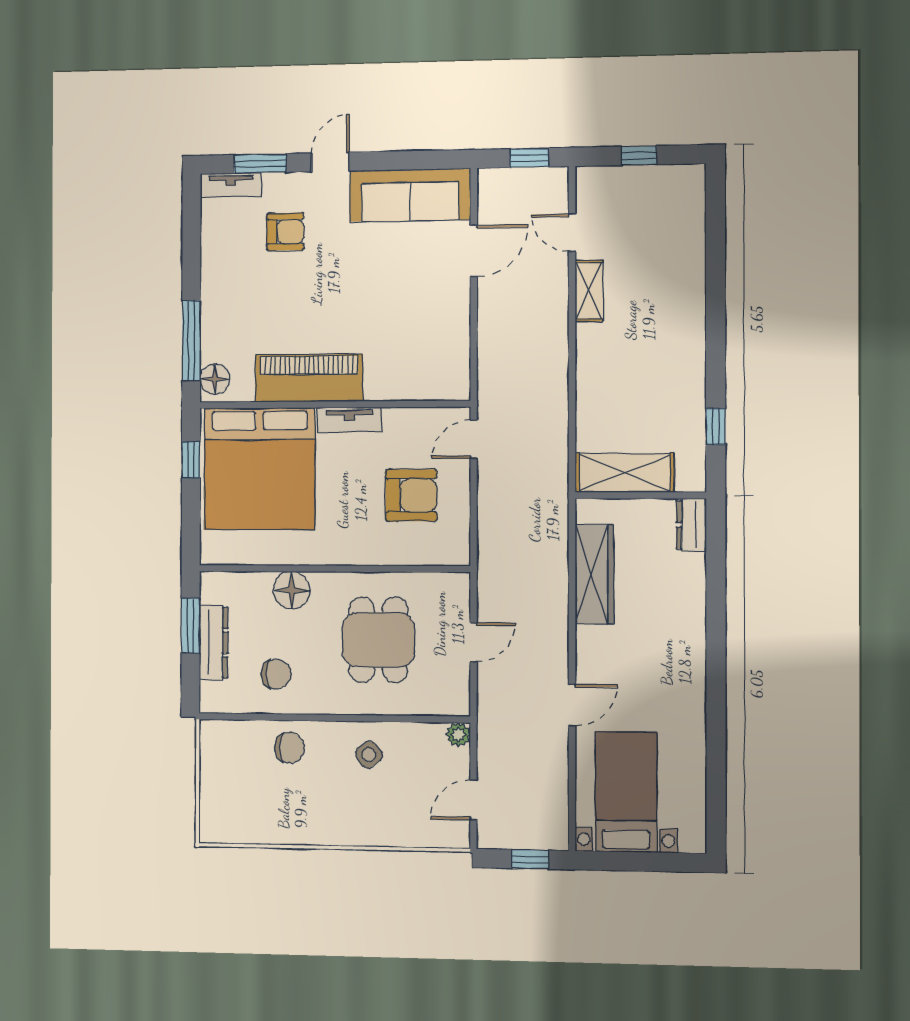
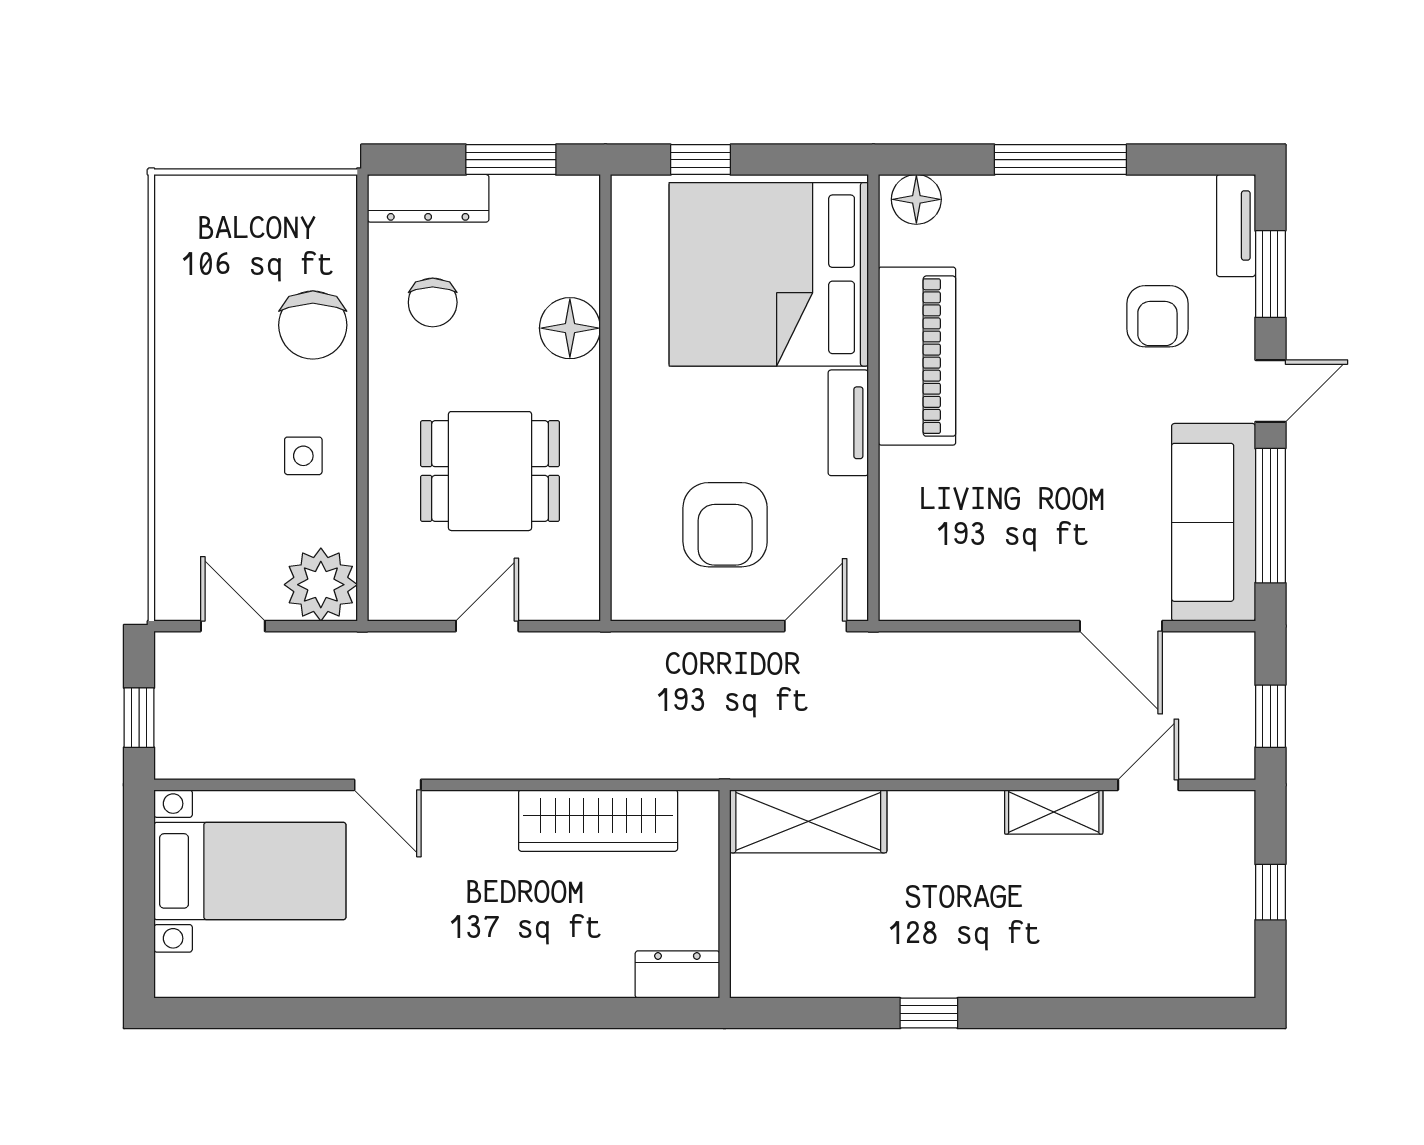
window: (406, 160) -> (1270, 516), added
door: (330, 162) -> (1270, 391), hinge flipped
window: (191, 341) -> (1060, 160), moved
window: (716, 426) -> (929, 1013), moved
door: (474, 439) -> (816, 626), hinge flipped
window: (191, 460) -> (701, 160), moved
shelving: (624, 473) -> (808, 821), moved, turned 90
door: (473, 642) -> (487, 626), swing flipped
dresser: (214, 643) -> (428, 198), moved
plant: (458, 735) -> (321, 585), width x1.88, depth x1.88
chair: (290, 748) -> (313, 325), width x1.37, depth x1.37
side table: (369, 755) -> (303, 456), turned 38

